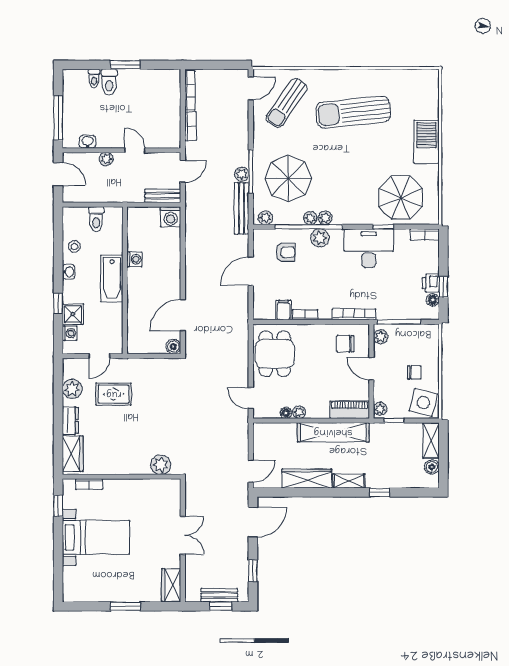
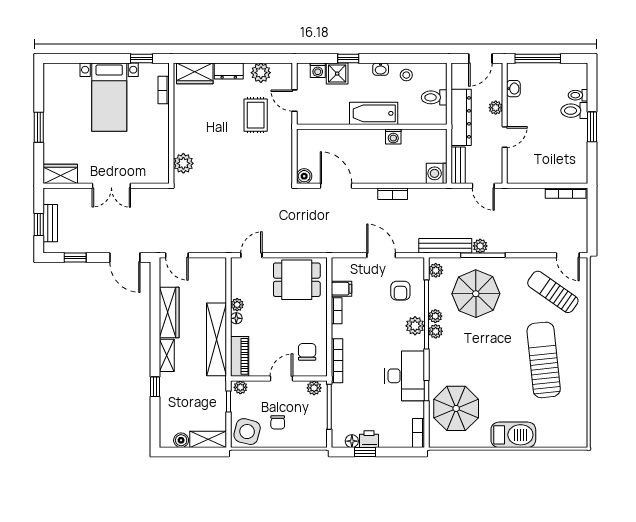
bookcase: (191, 126) -> (393, 194), moved
dresser: (116, 193) -> (461, 117), added
floor lamp: (286, 413) -> (236, 318), moved

